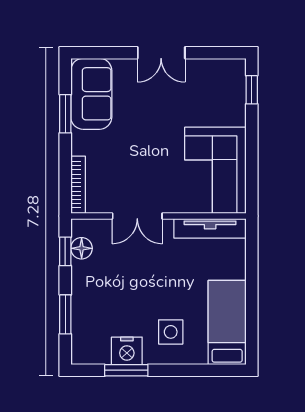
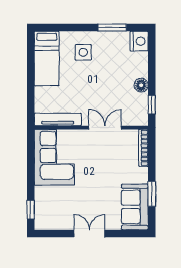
floor lamp: (82, 248) -> (141, 85), moved
window: (65, 314) -> (152, 64), removed
nightstand: (127, 351) -> (139, 41), moved, turned 90

